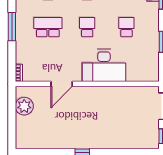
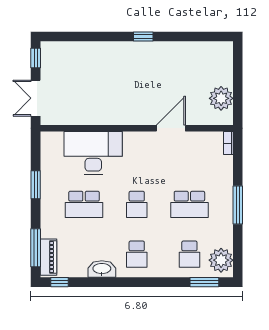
school desk: (126, 27) -> (84, 204), width x1.85
desk: (104, 65) -> (93, 153), moved

